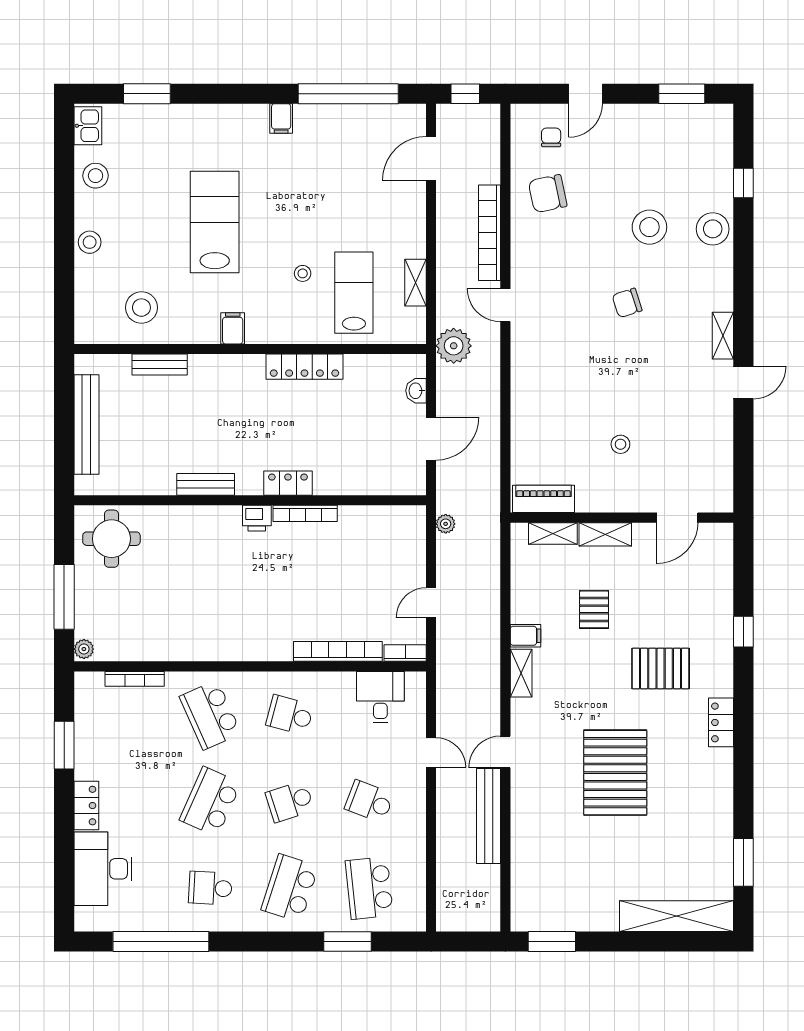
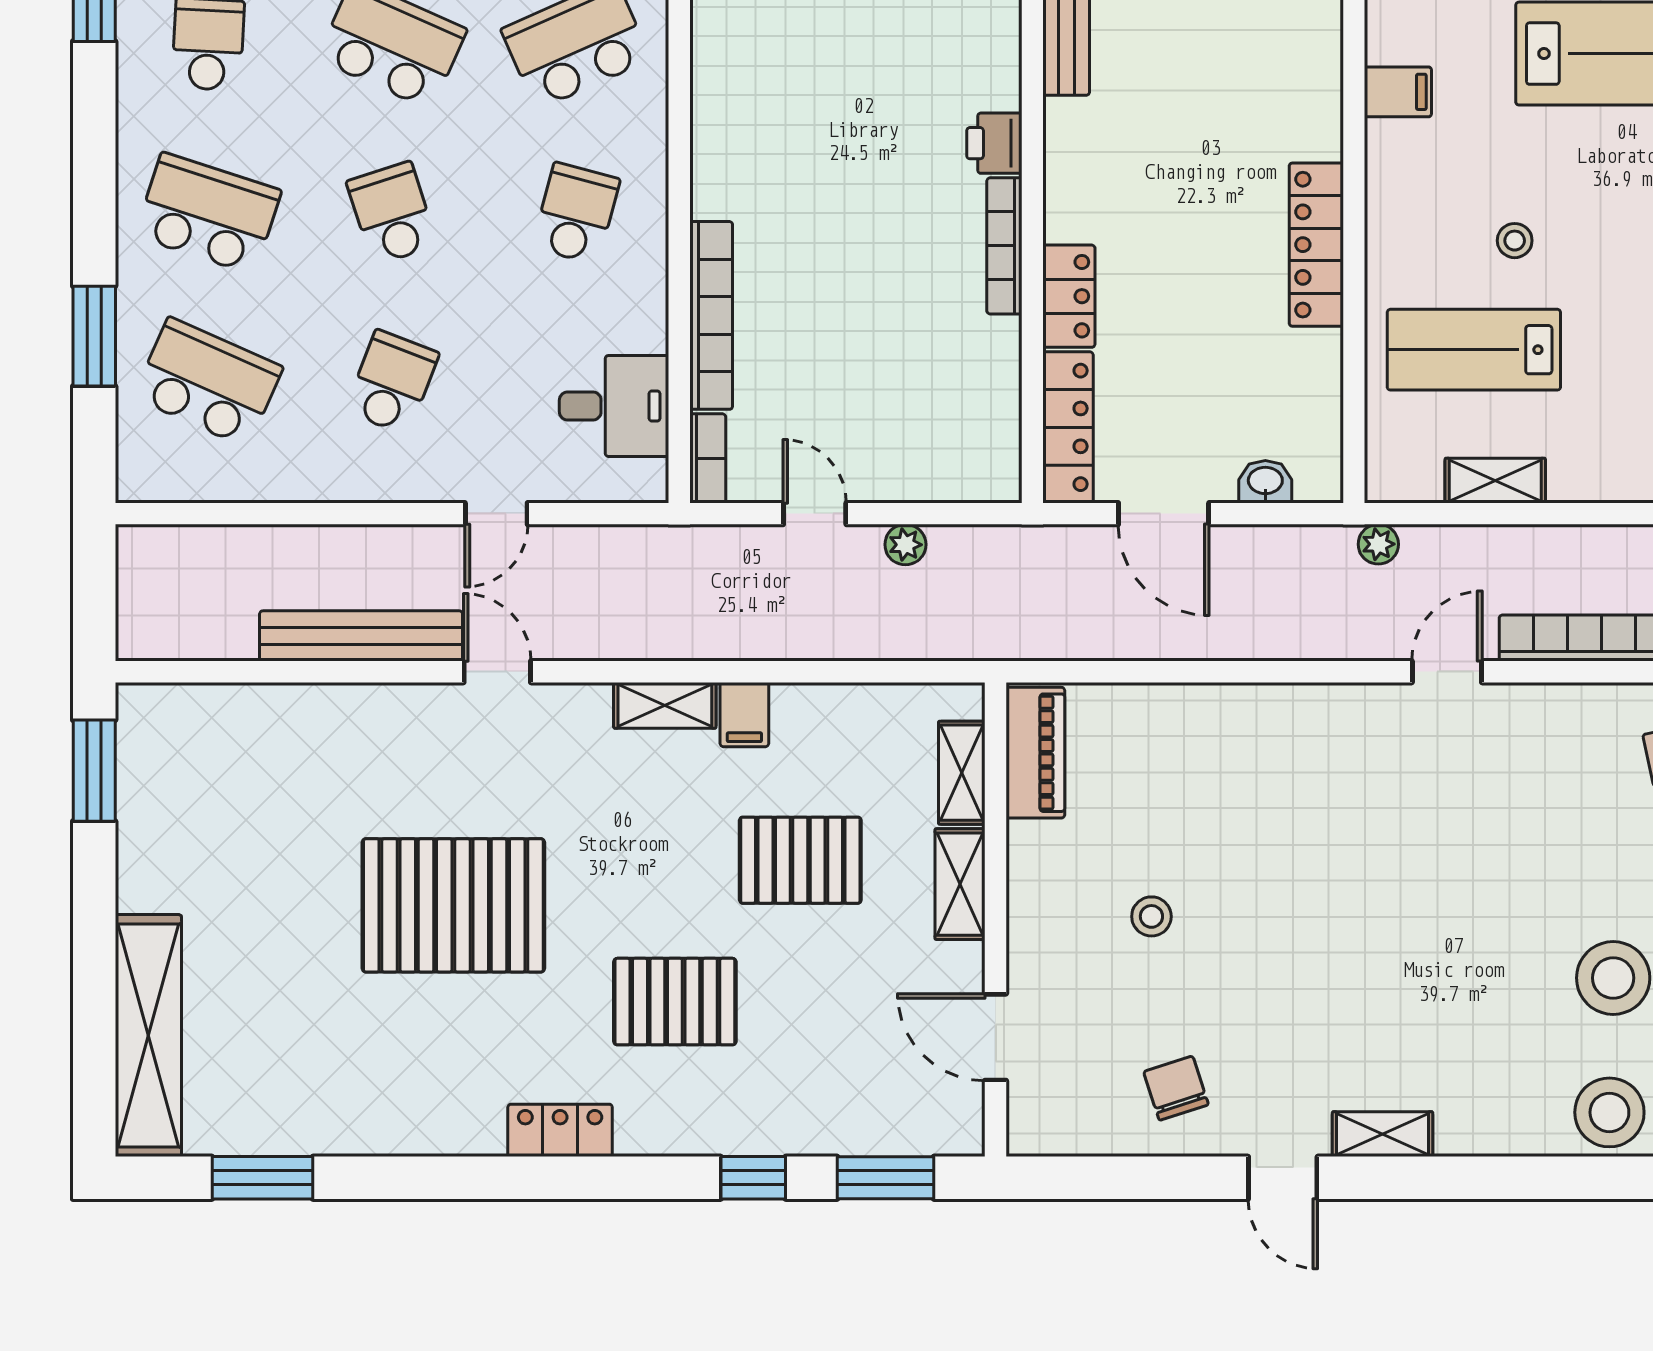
lab bench: (354, 293) -> (1474, 350), turned 180
chair: (627, 303) -> (1176, 1088), moved
plant: (454, 346) -> (1378, 544), width x0.53, depth x0.53
locker: (288, 483) -> (1069, 296), moved
locker: (390, 484) -> (1068, 427), added
plant: (446, 524) -> (905, 545), moved
window: (743, 569) -> (886, 1178), added
pallet: (594, 609) -> (800, 860), width x1.50, depth x1.42
pallet: (661, 668) -> (675, 1002), turned 90
school desk: (369, 888) -> (208, 382), turned 30

